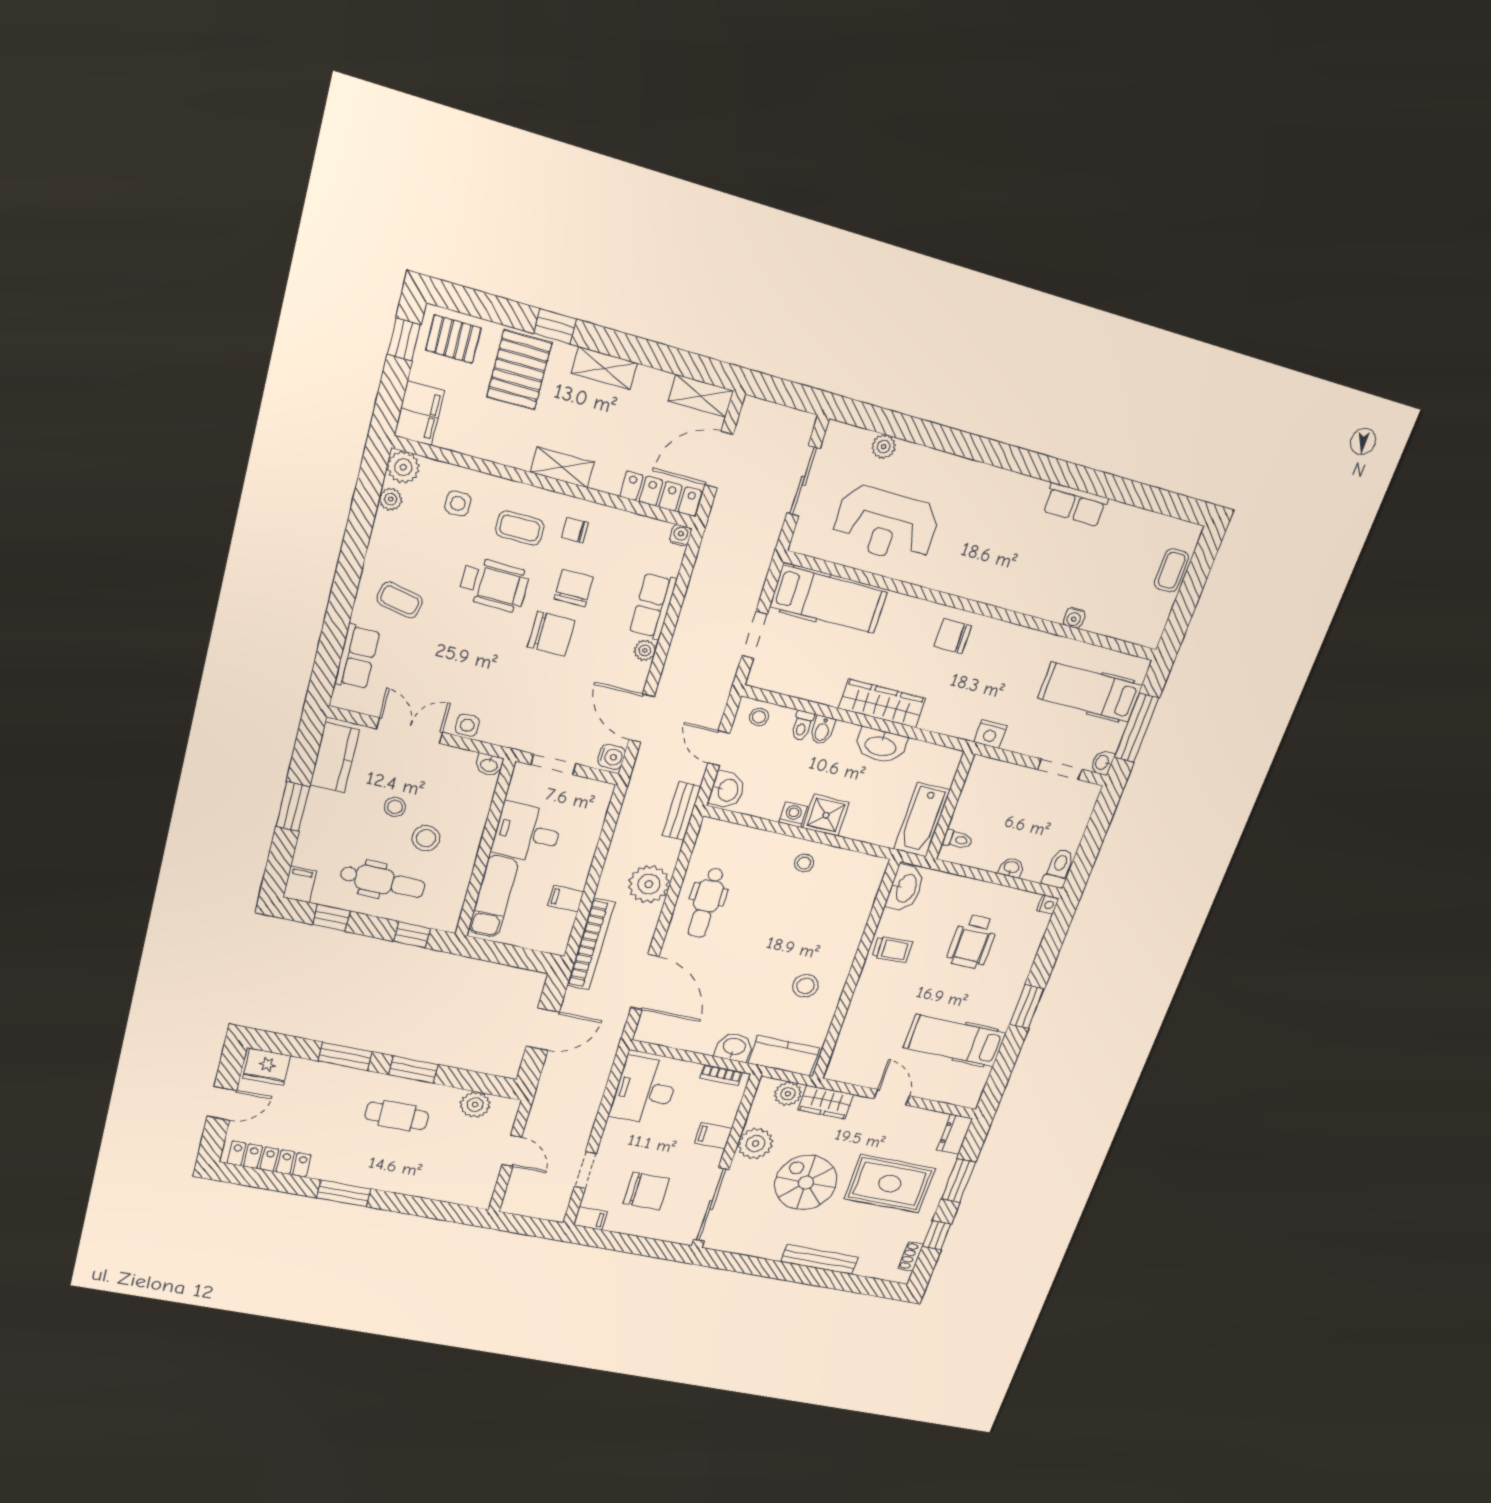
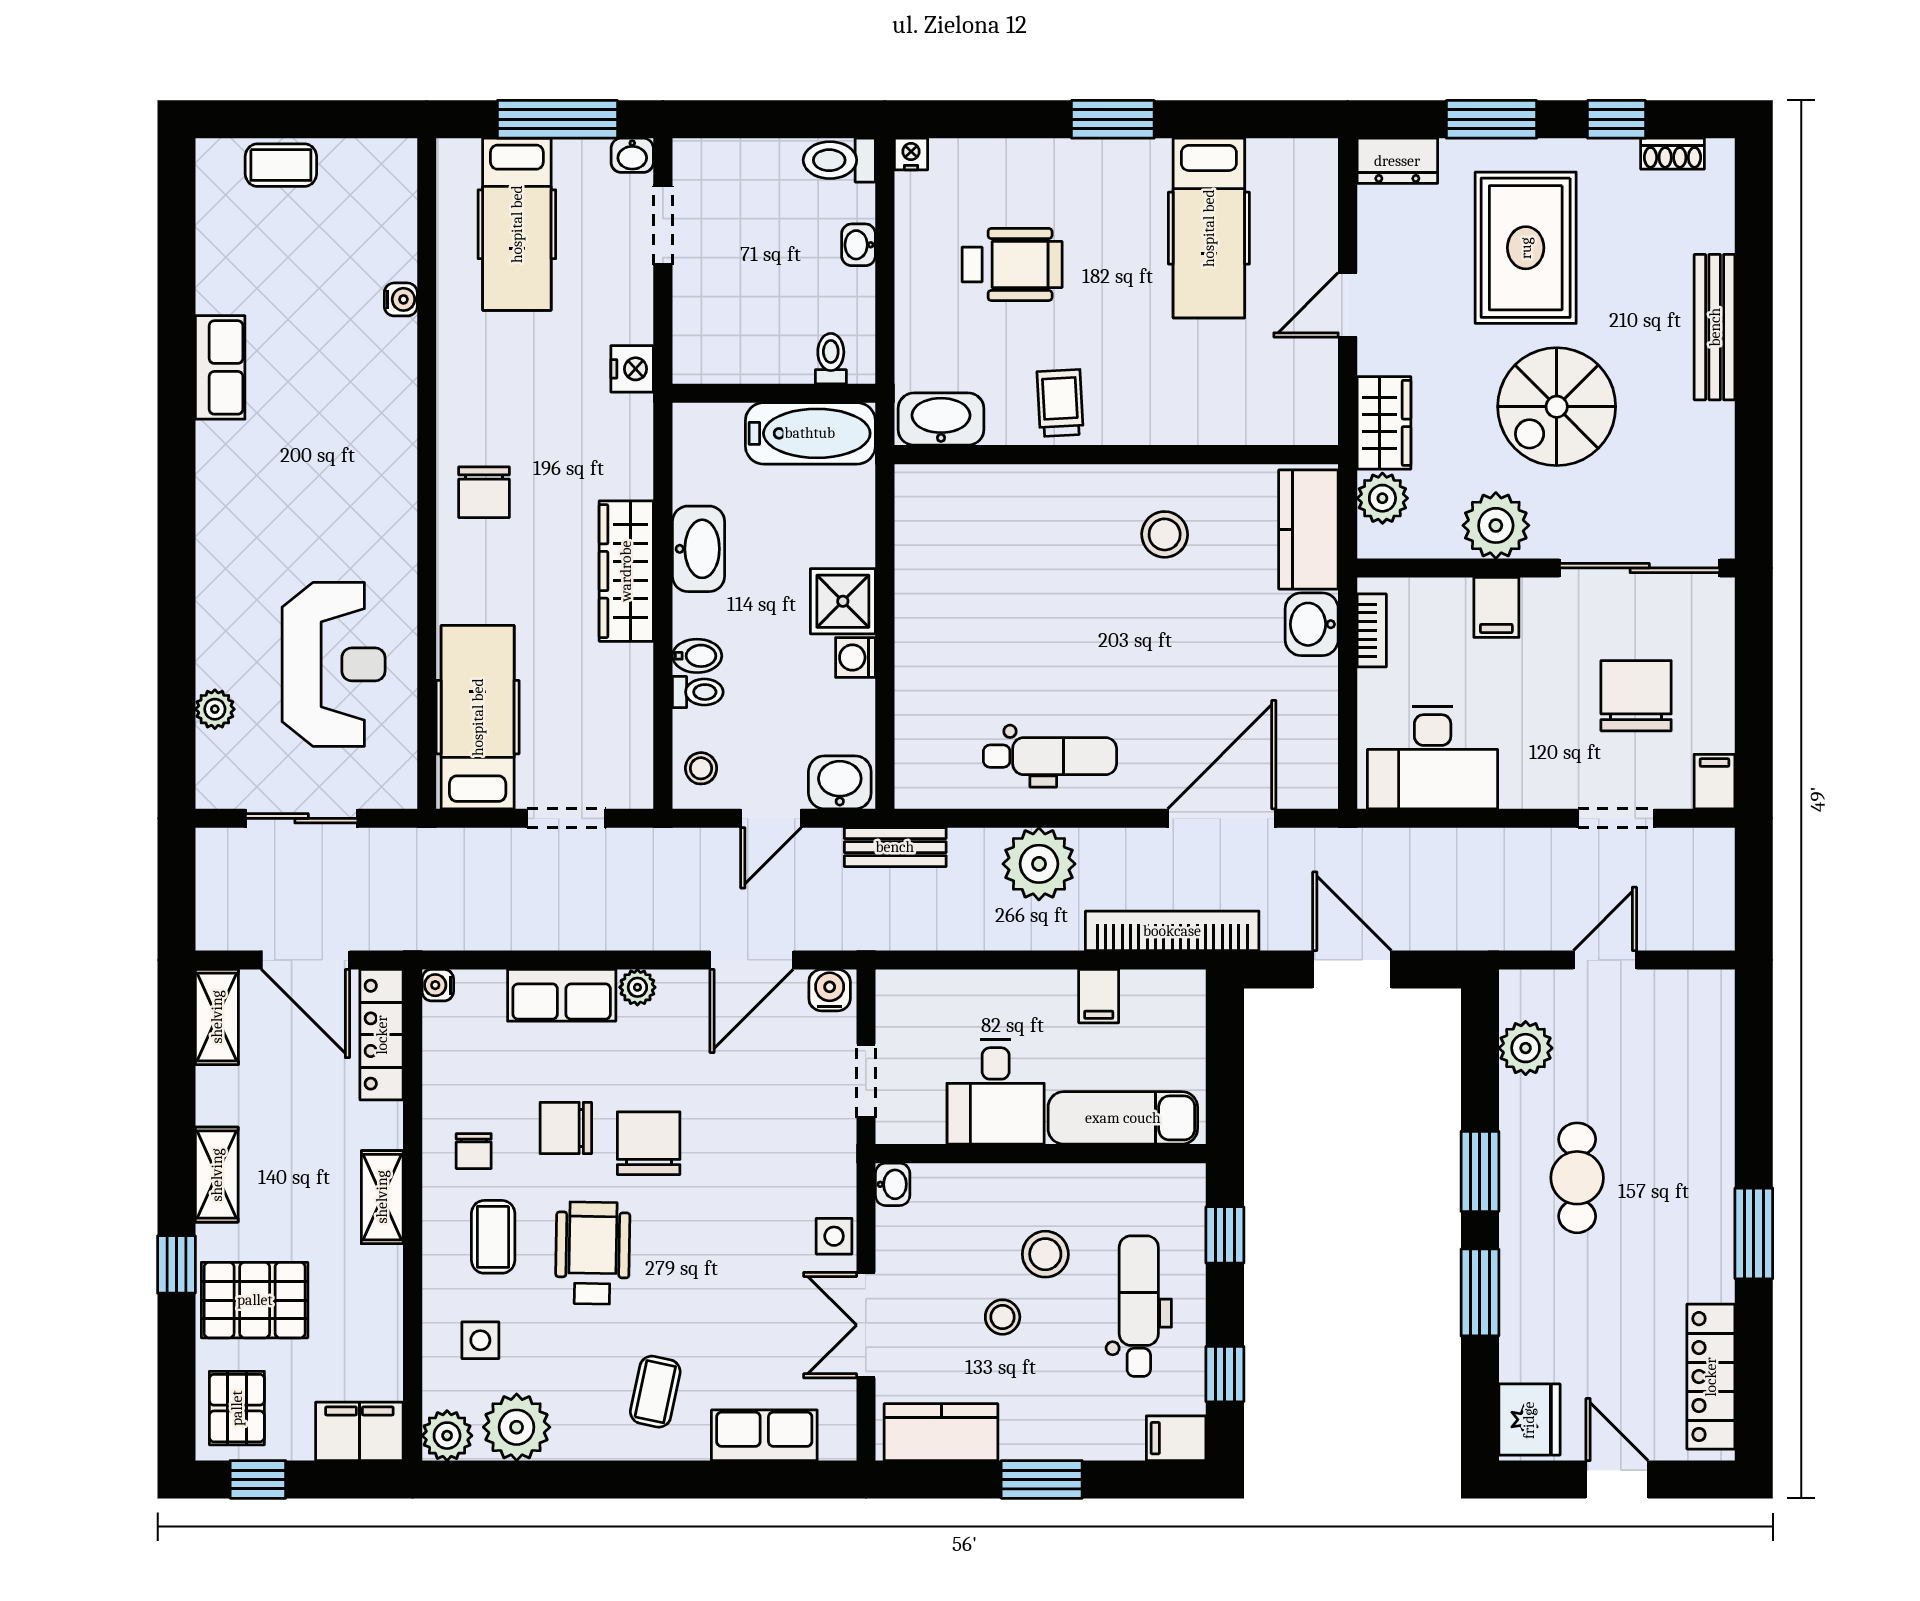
plant: (391, 499) -> (517, 1427), width x1.88, depth x1.88
stool: (804, 863) -> (937, 611), removed

